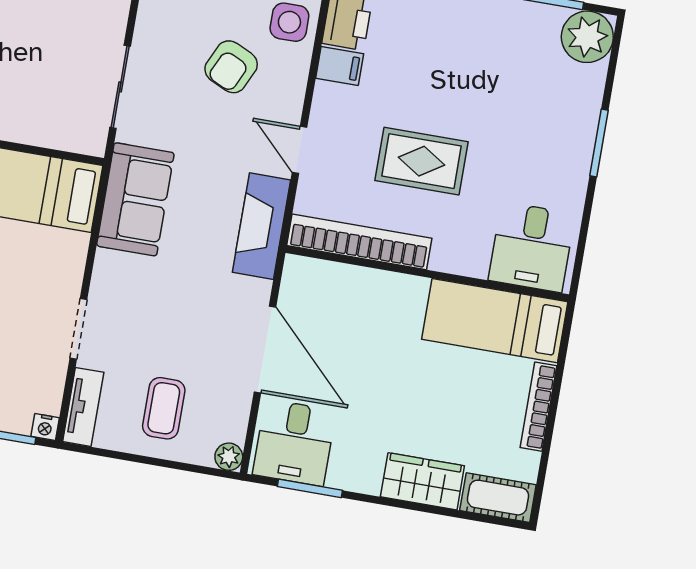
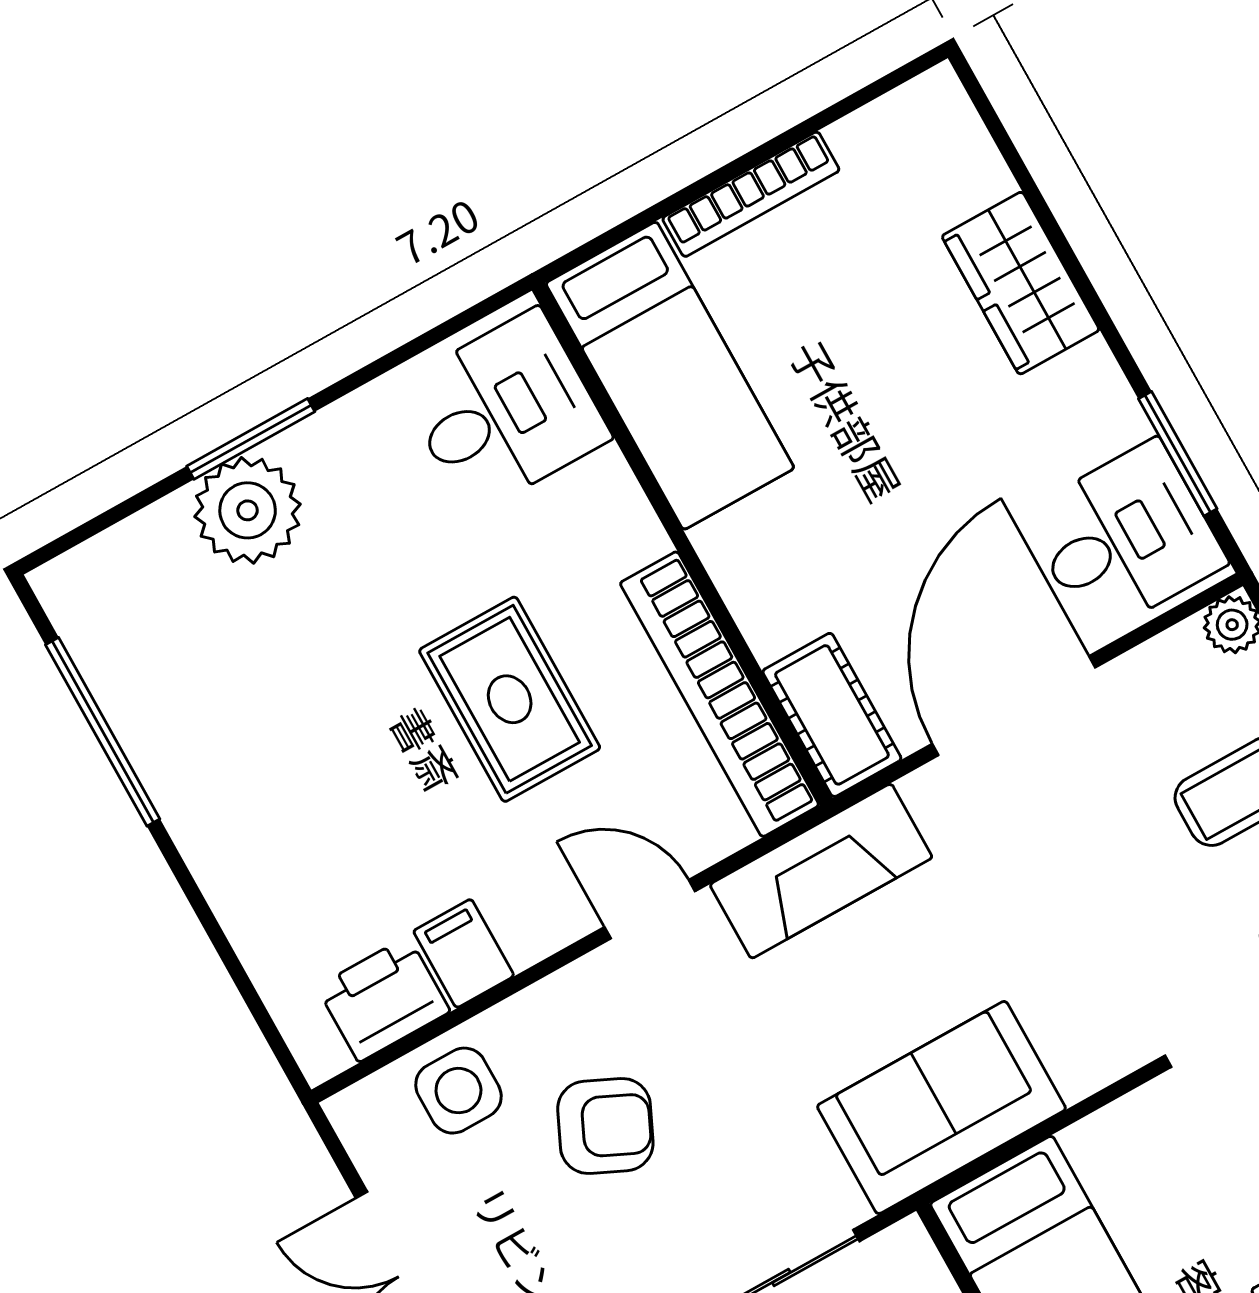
plant: (587, 37) -> (248, 510), moved
door: (299, 150) -> (650, 909), swing flipped
cot: (498, 498) -> (832, 715), moved

